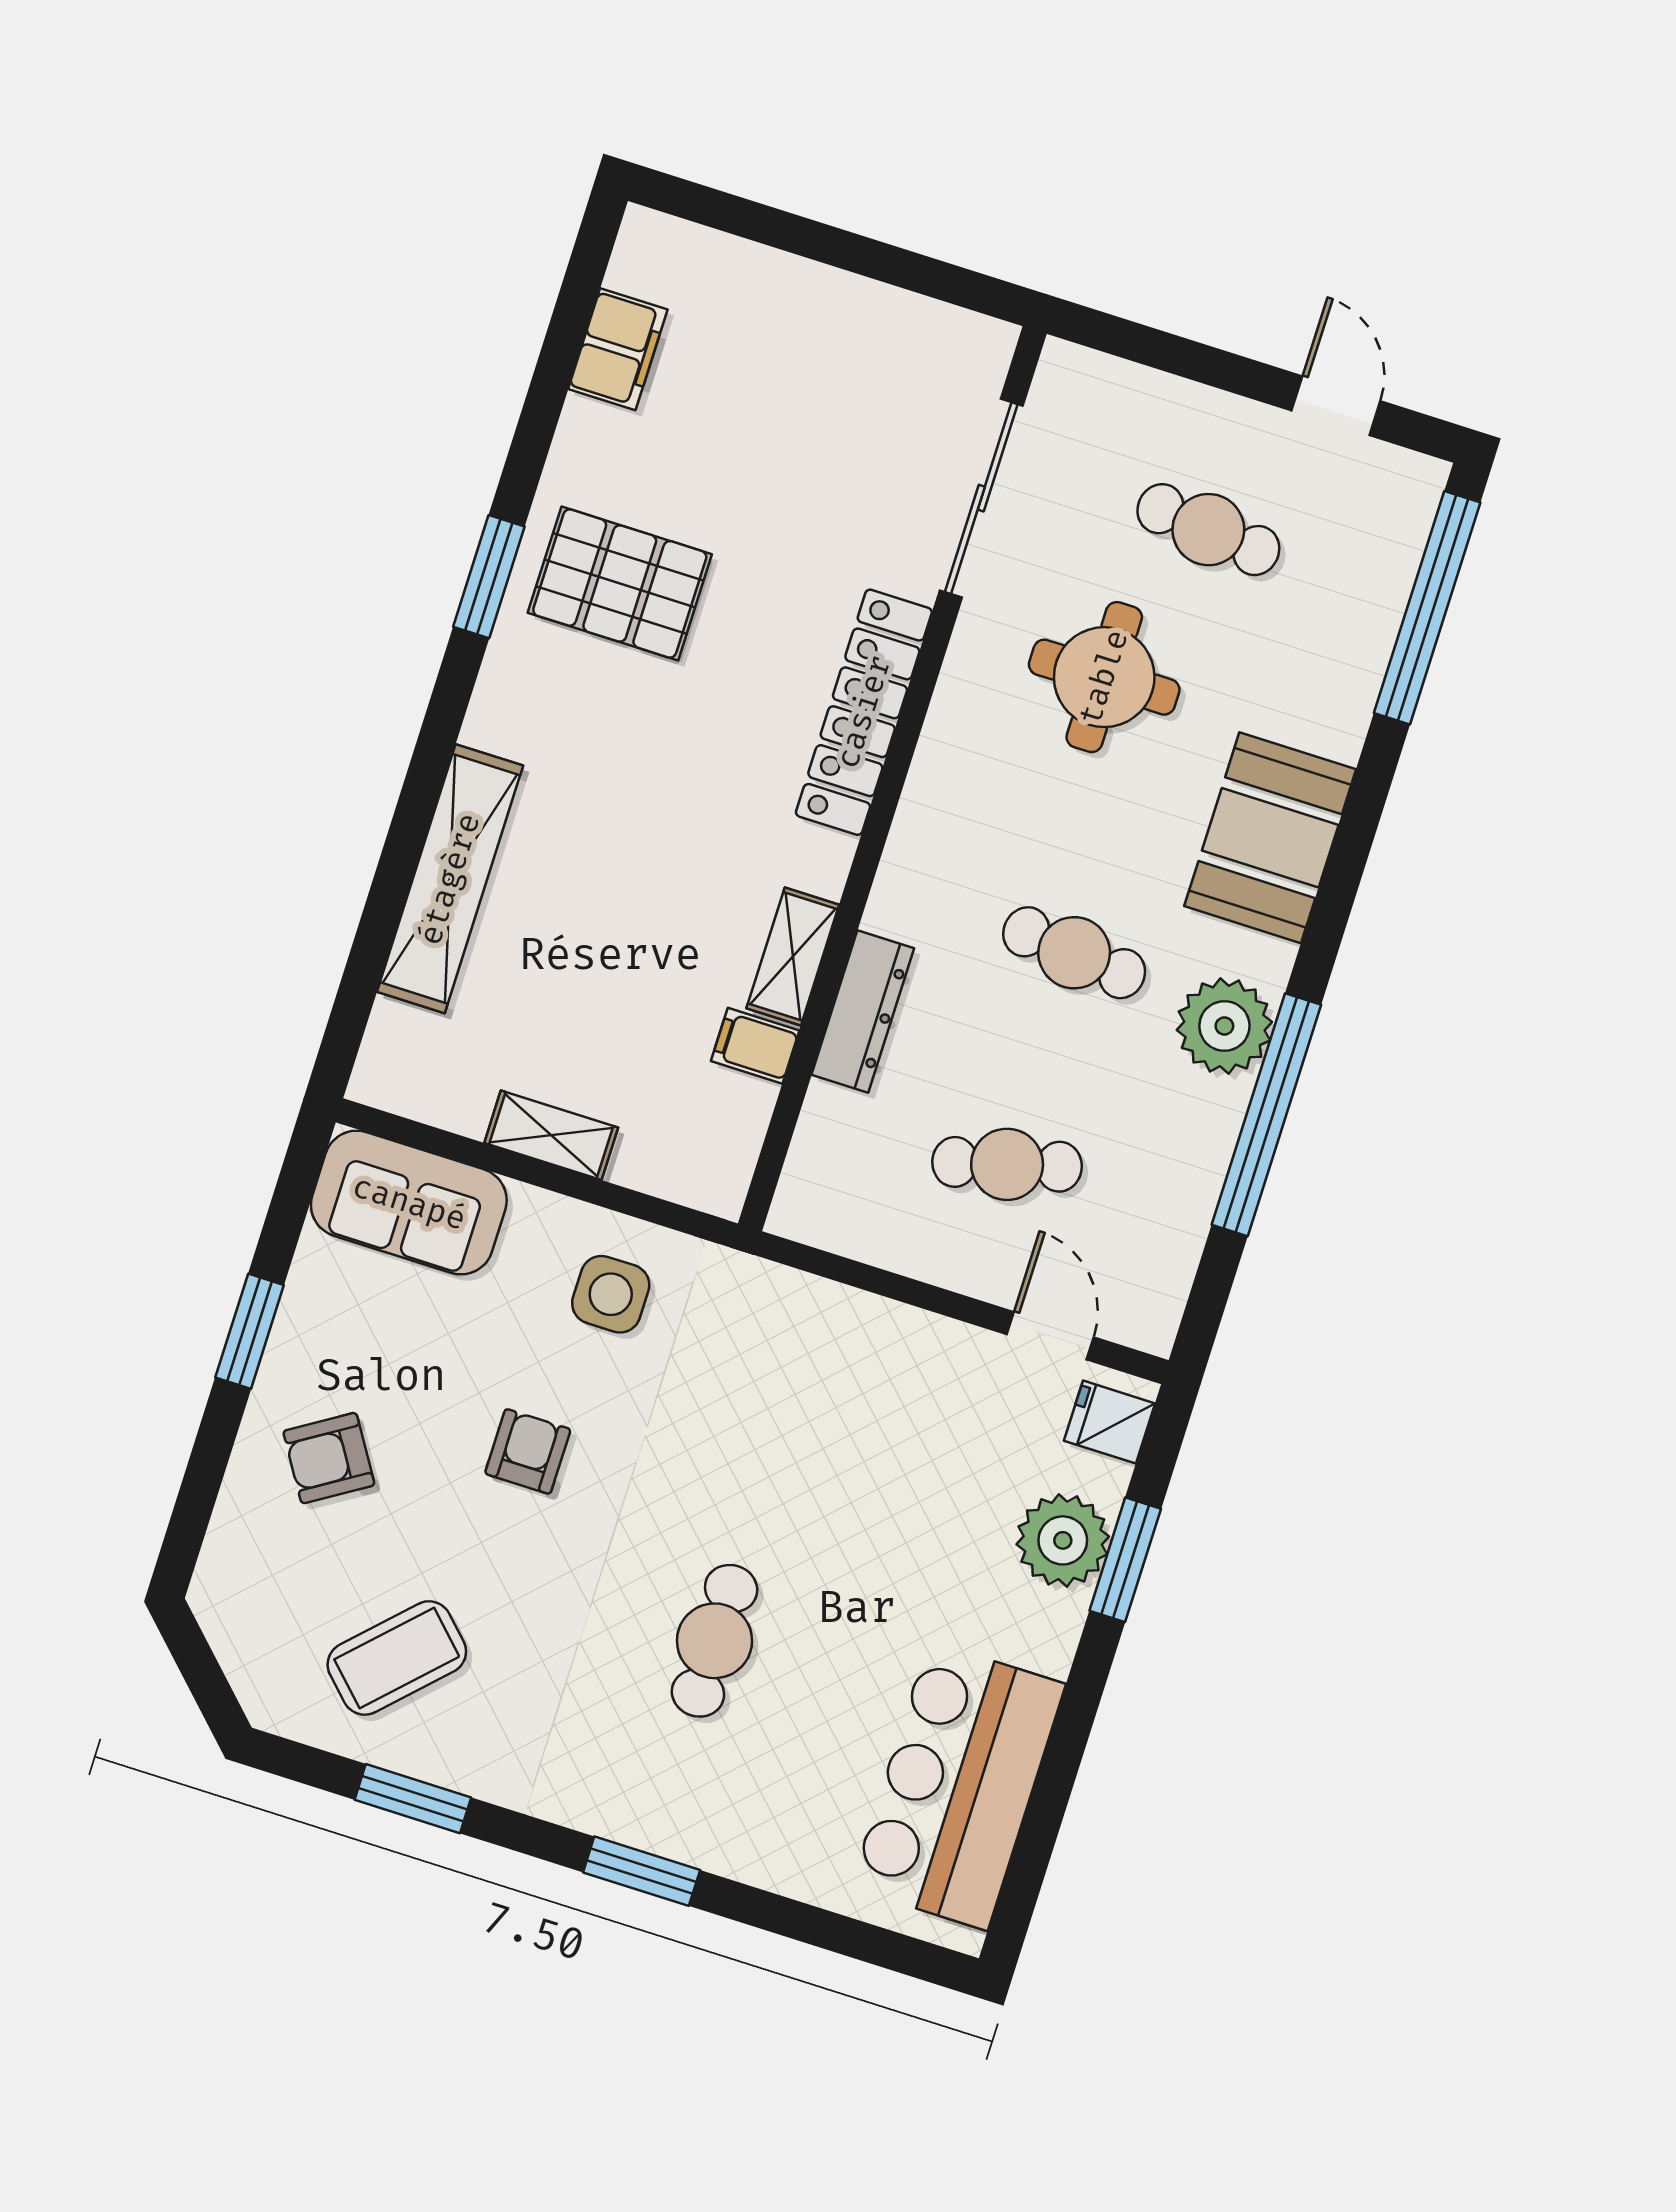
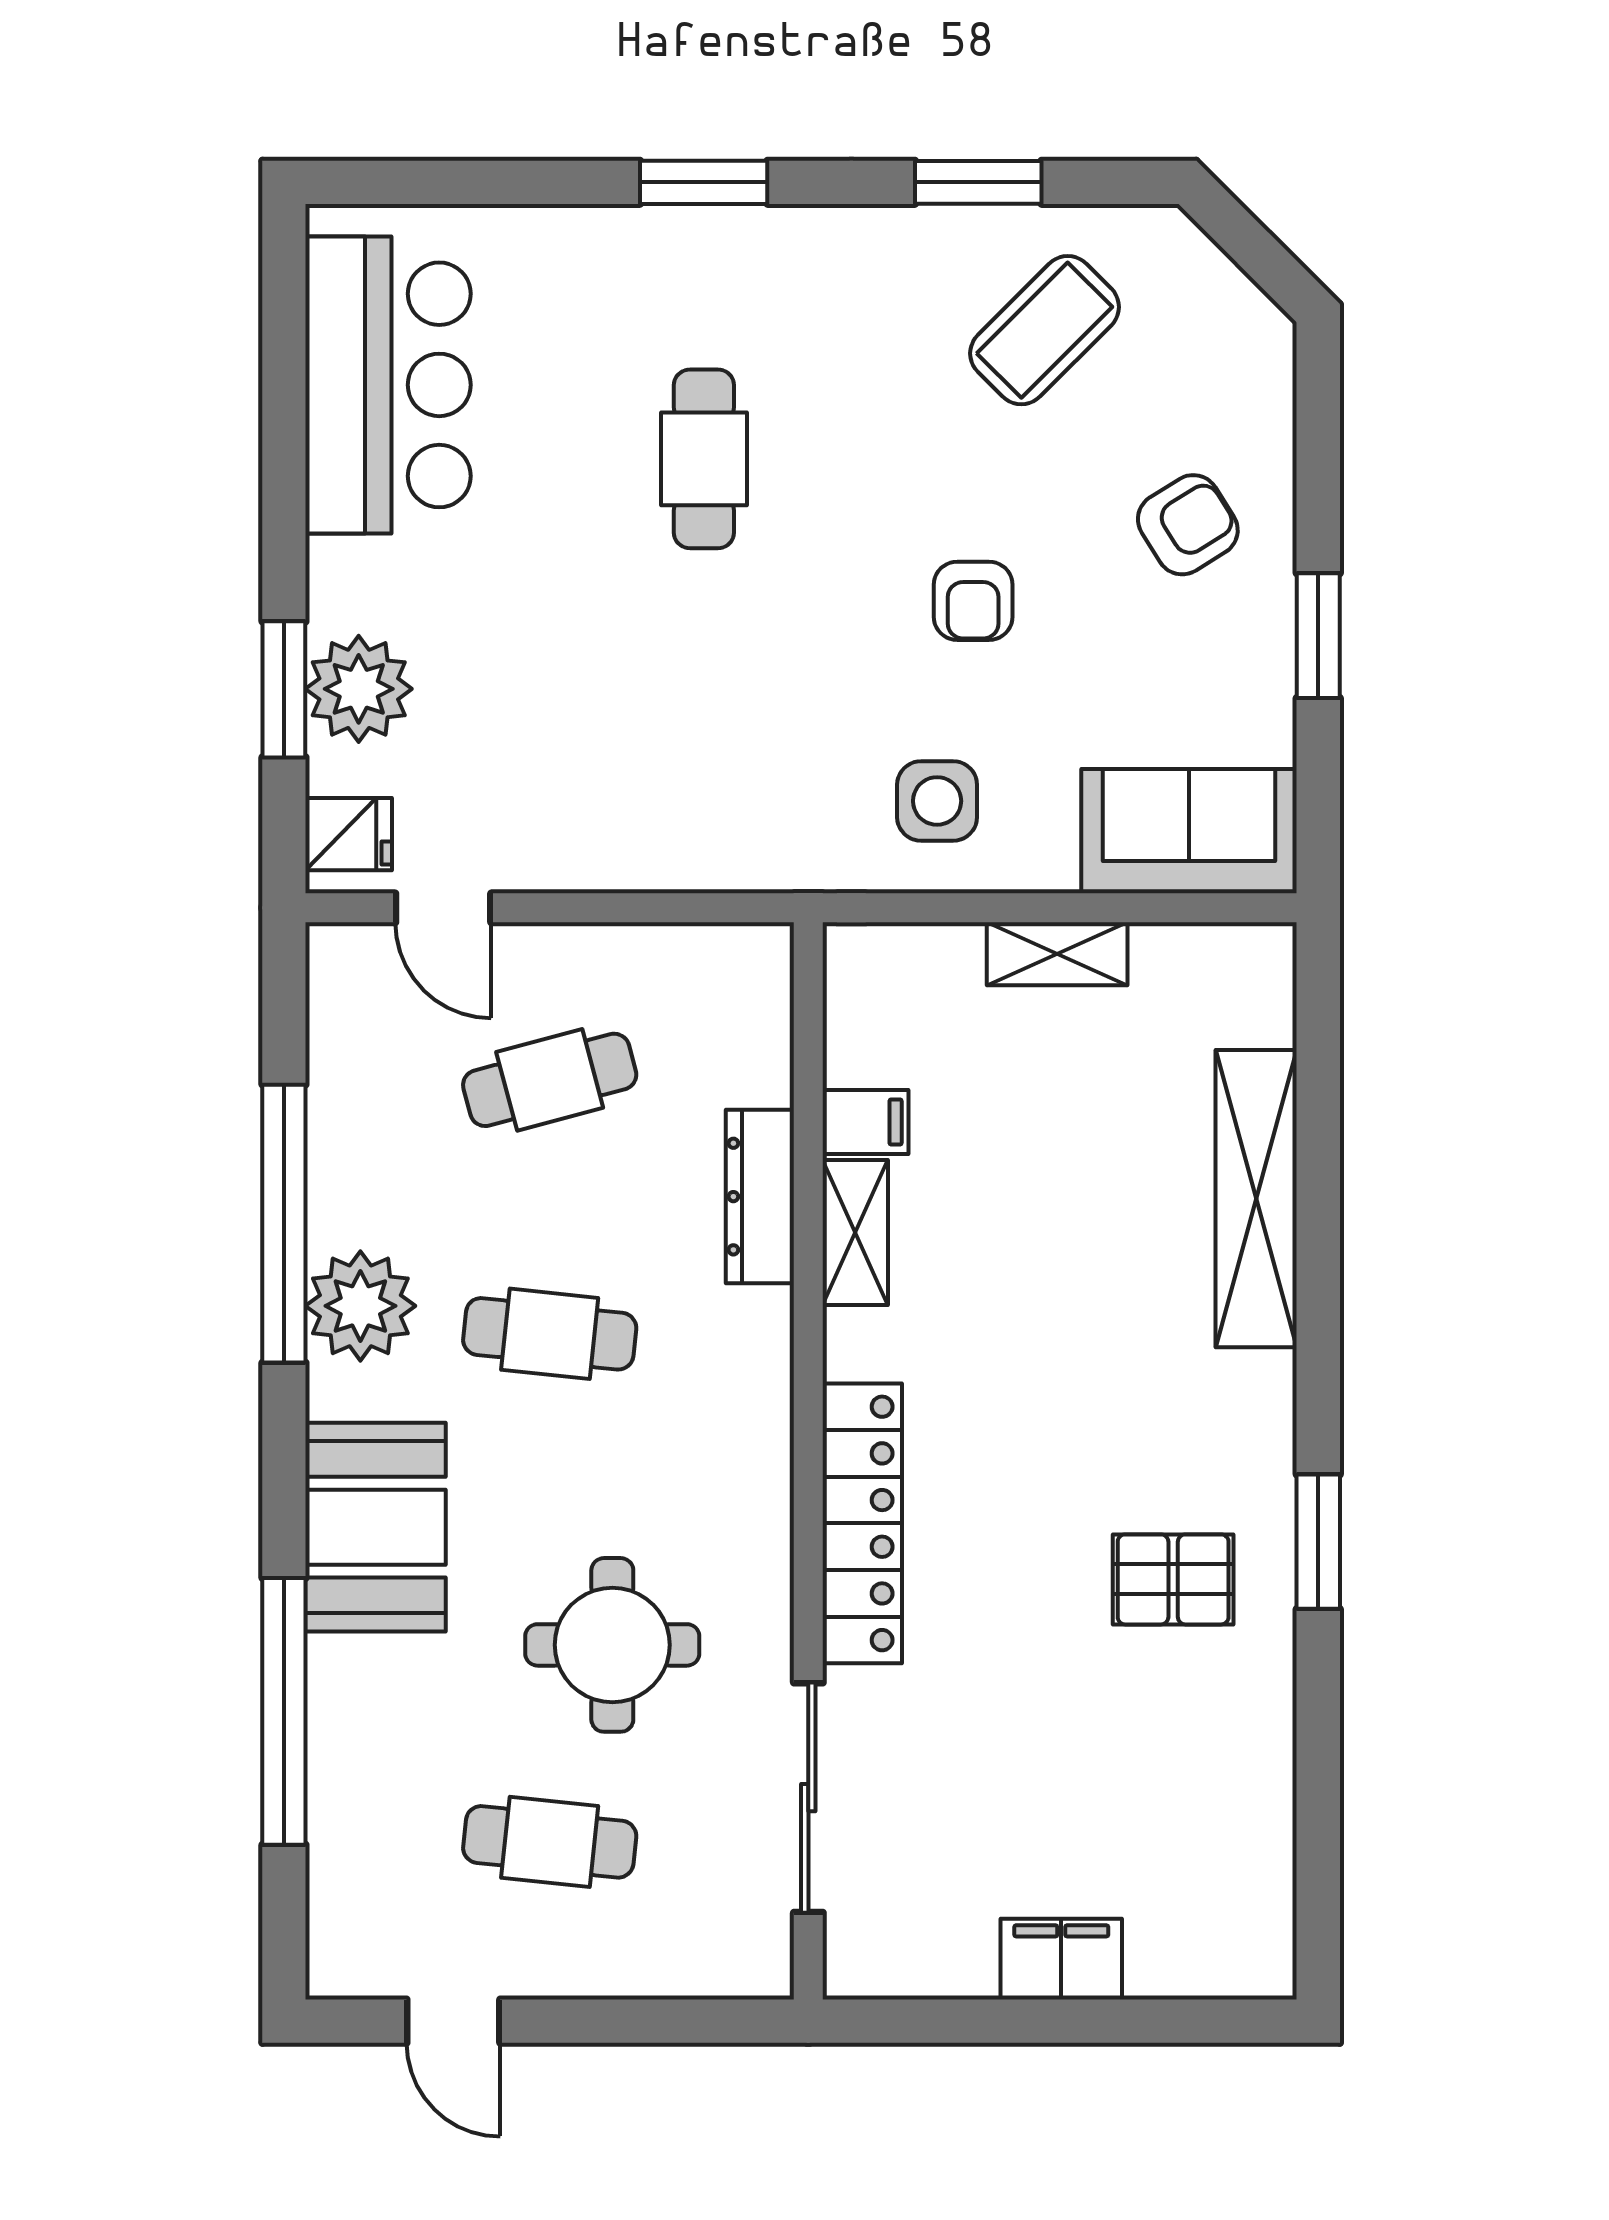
filing cabinet: (618, 349) -> (1061, 1959), moved, turned 90
pallet: (620, 583) -> (1173, 1579), width x0.67, depth x0.71
window: (1427, 608) -> (284, 1711), moved

